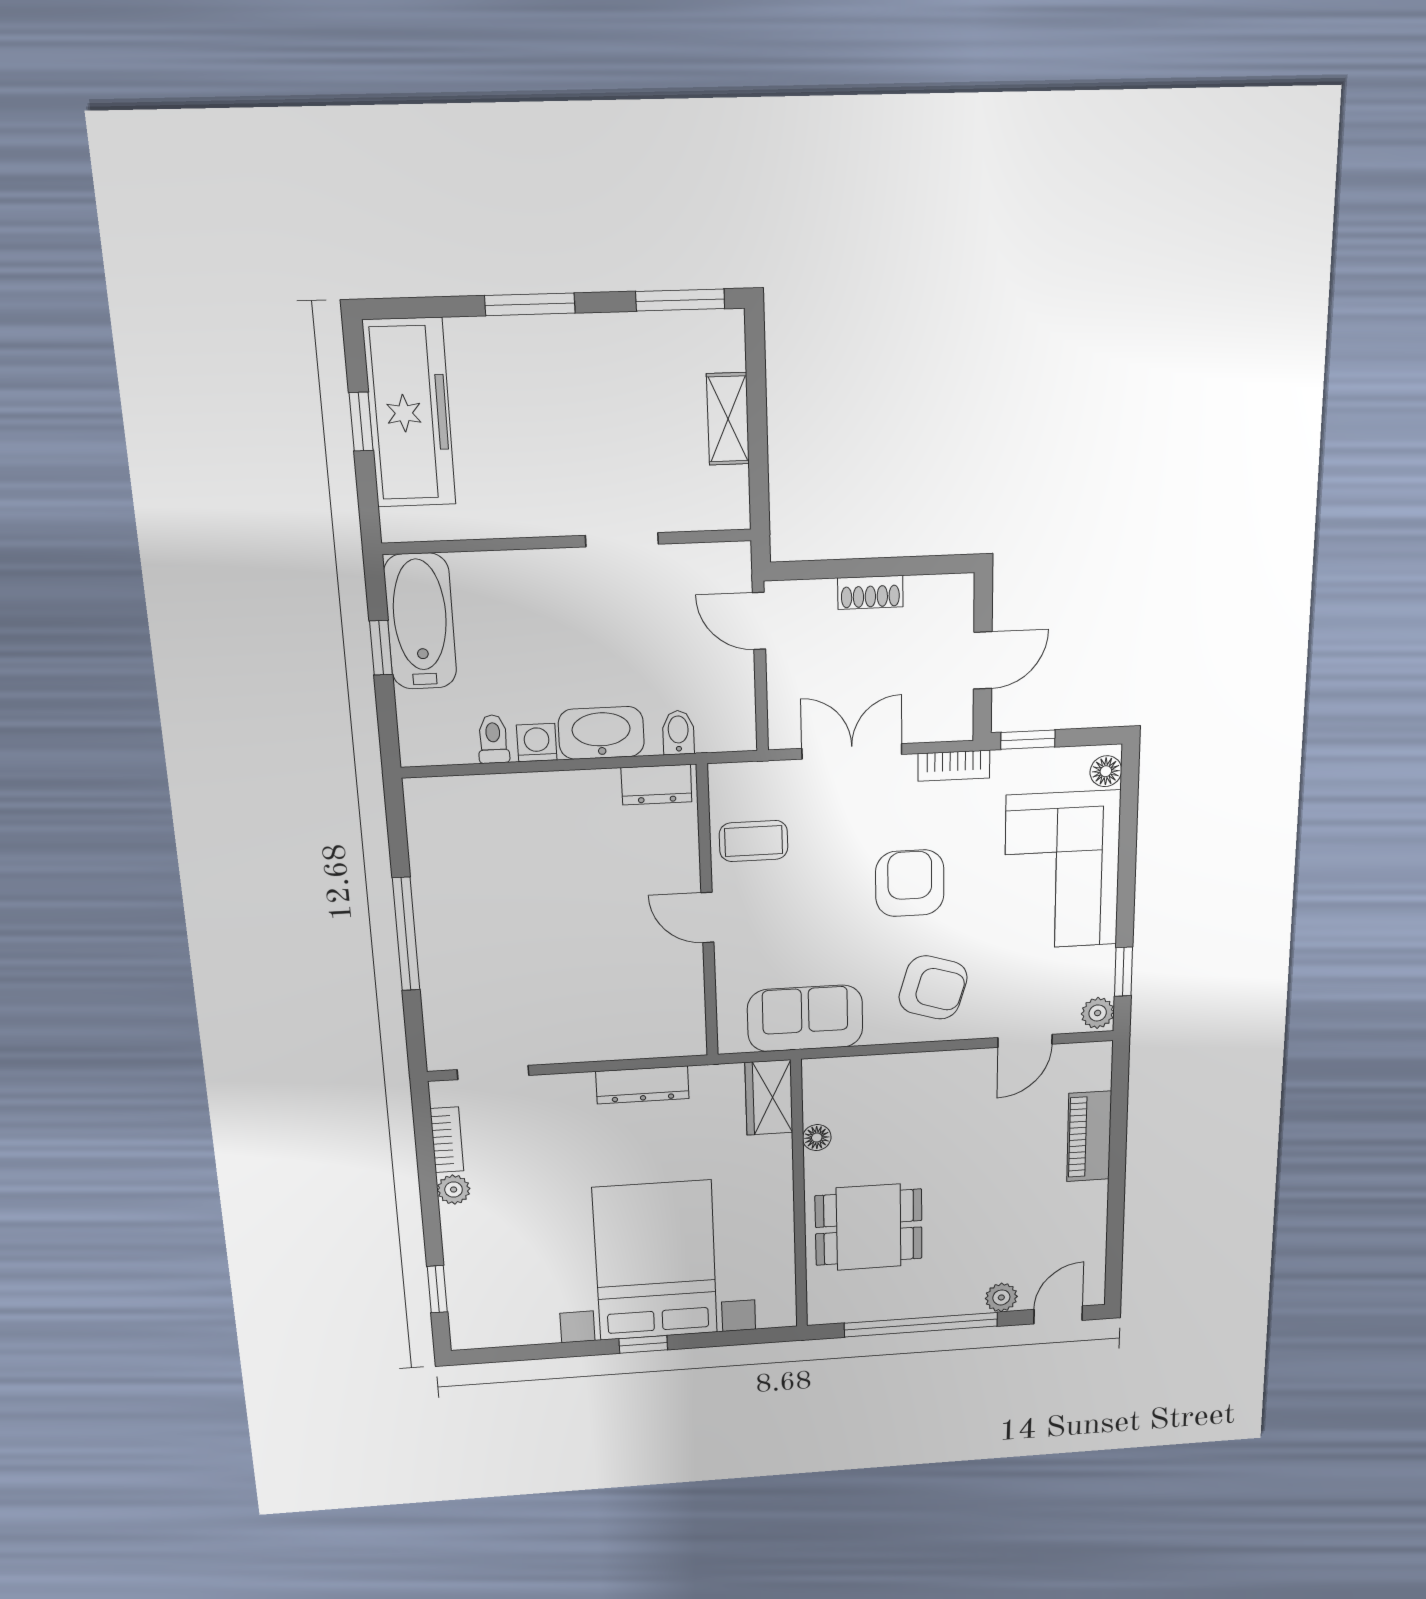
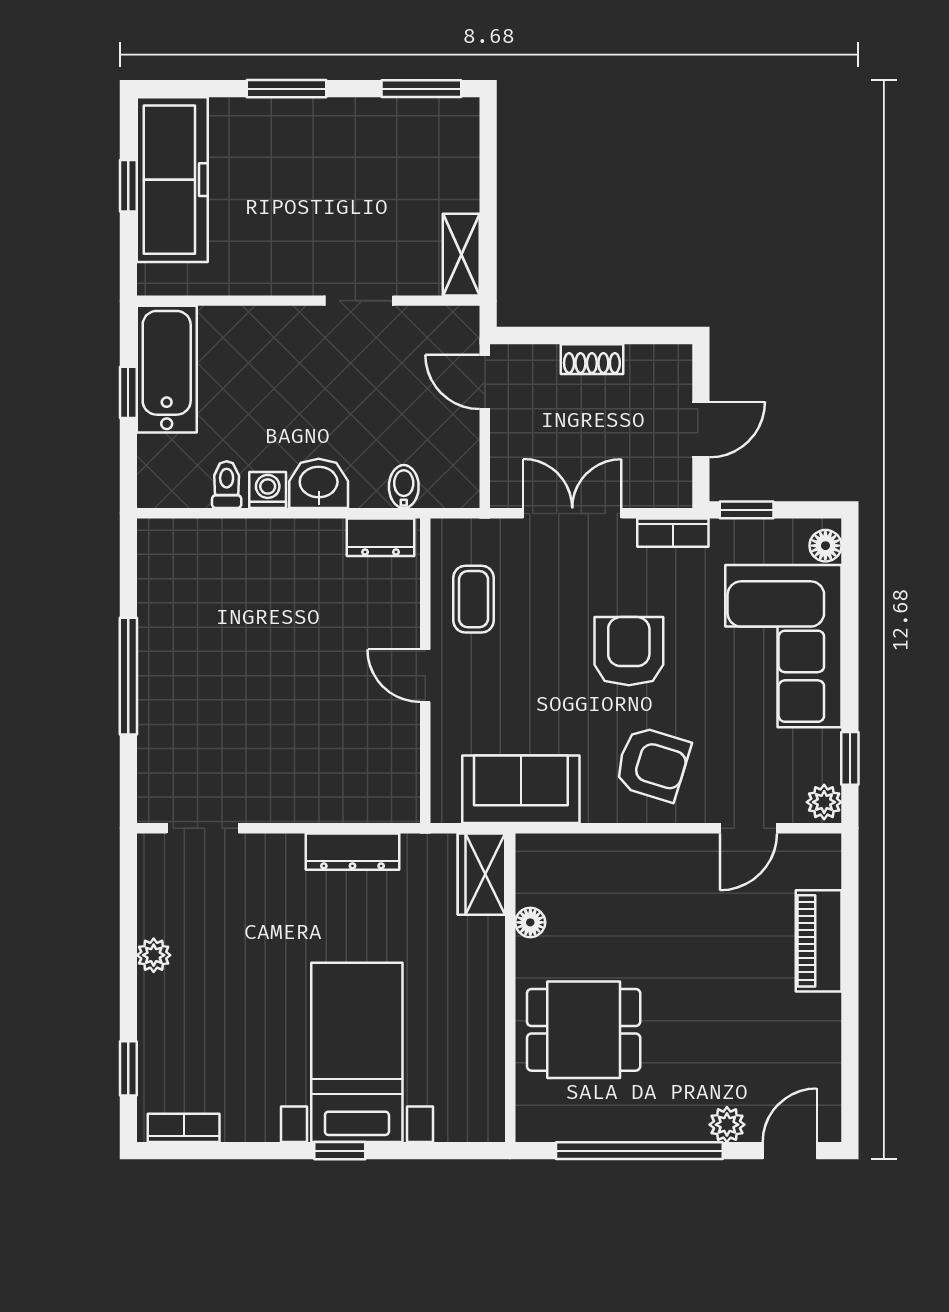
shelving: (728, 419) -> (461, 255), moved
washbasin: (601, 733) -> (319, 483), width x0.72
coffee table: (754, 841) -> (474, 599), turned 90
bookcase: (447, 1140) -> (184, 1128), moved, turned -90
bed with nightstands: (655, 1261) -> (357, 1052), width x0.73

